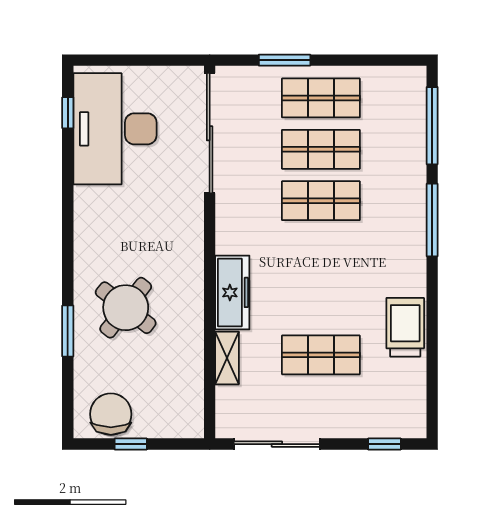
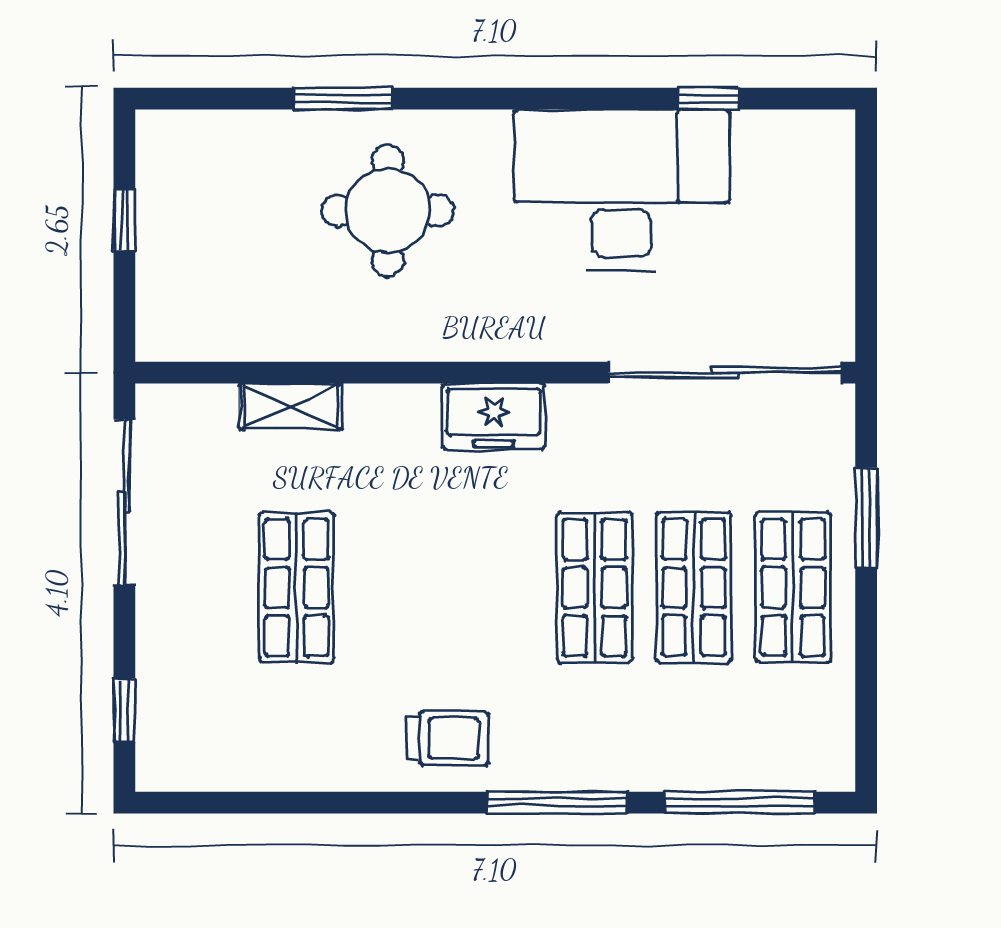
window: (68, 113) -> (709, 99), moved
desk: (115, 129) -> (622, 190), moved
freezer: (232, 292) -> (493, 416), moved, width x0.71
round table: (126, 308) -> (388, 211), turned -38
trolley: (405, 327) -> (448, 738), moved, width x0.73, depth x0.72
chair: (111, 414) -> (182, 182), removed

